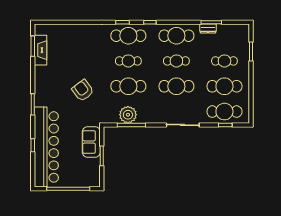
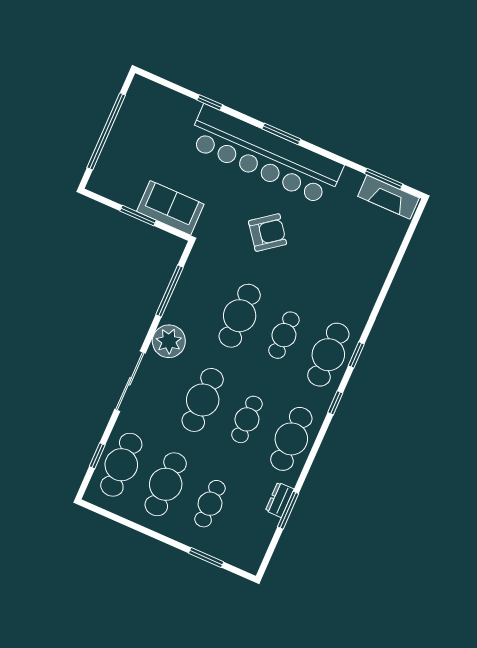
fireplace: (40, 50) -> (388, 197), moved
plant: (128, 115) -> (169, 341), moved
bar counter: (46, 147) -> (265, 155), moved

